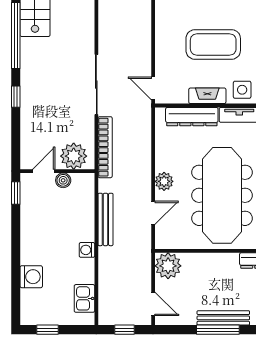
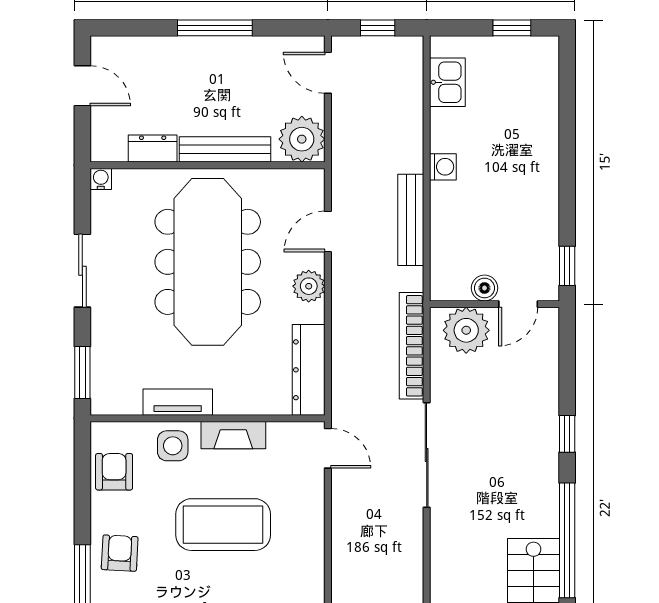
dresser: (192, 117) -> (309, 370), moved, turned -90
washing machine: (31, 277) -> (540, 120), removed
bench: (223, 318) -> (225, 149), moved

